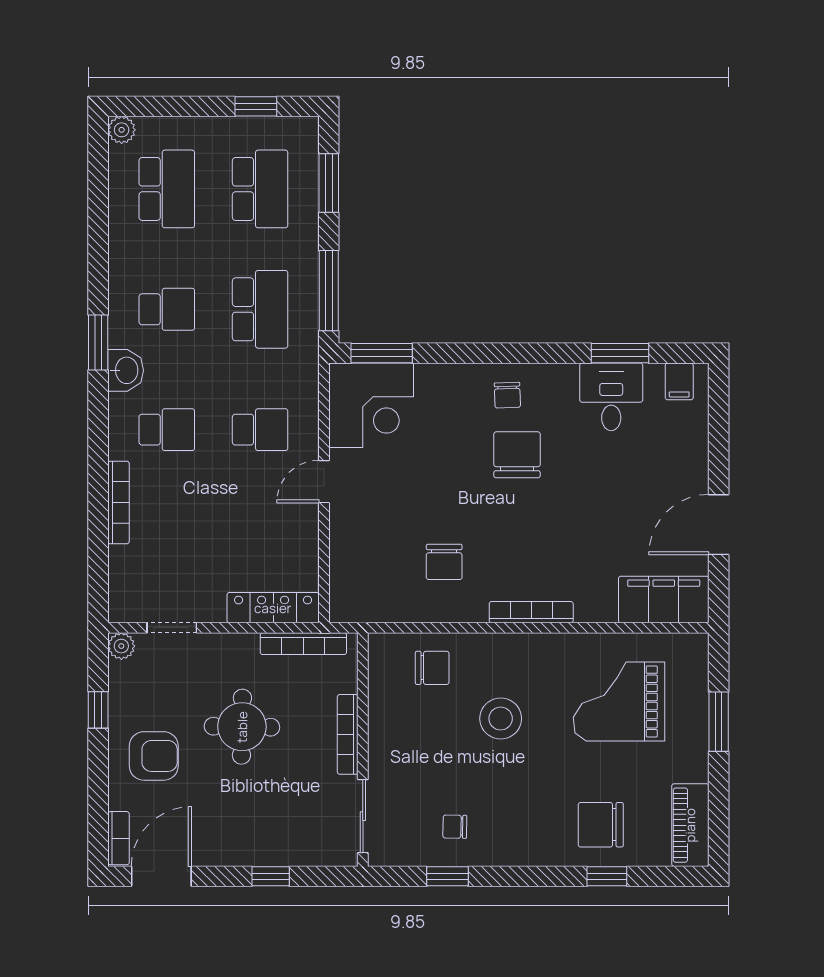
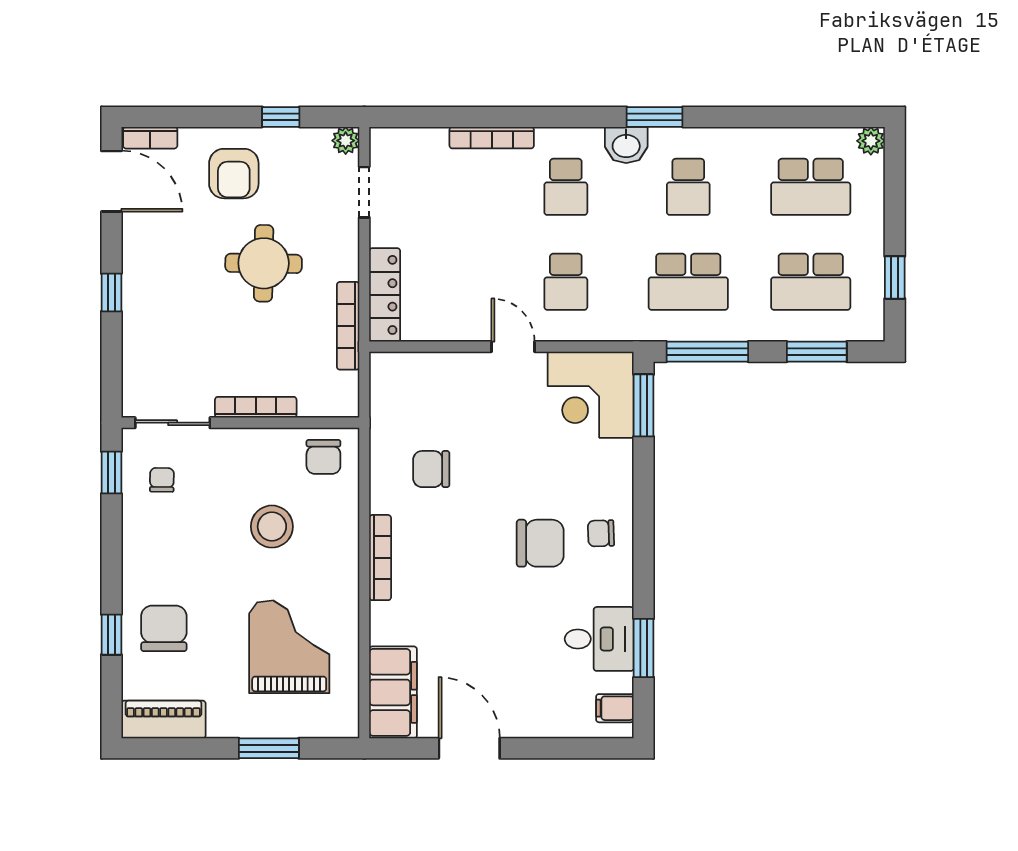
bookcase: (348, 734) -> (256, 407), moved
wall: (363, 750) -> (240, 423), moved
sliding door: (363, 816) -> (173, 423), moved

